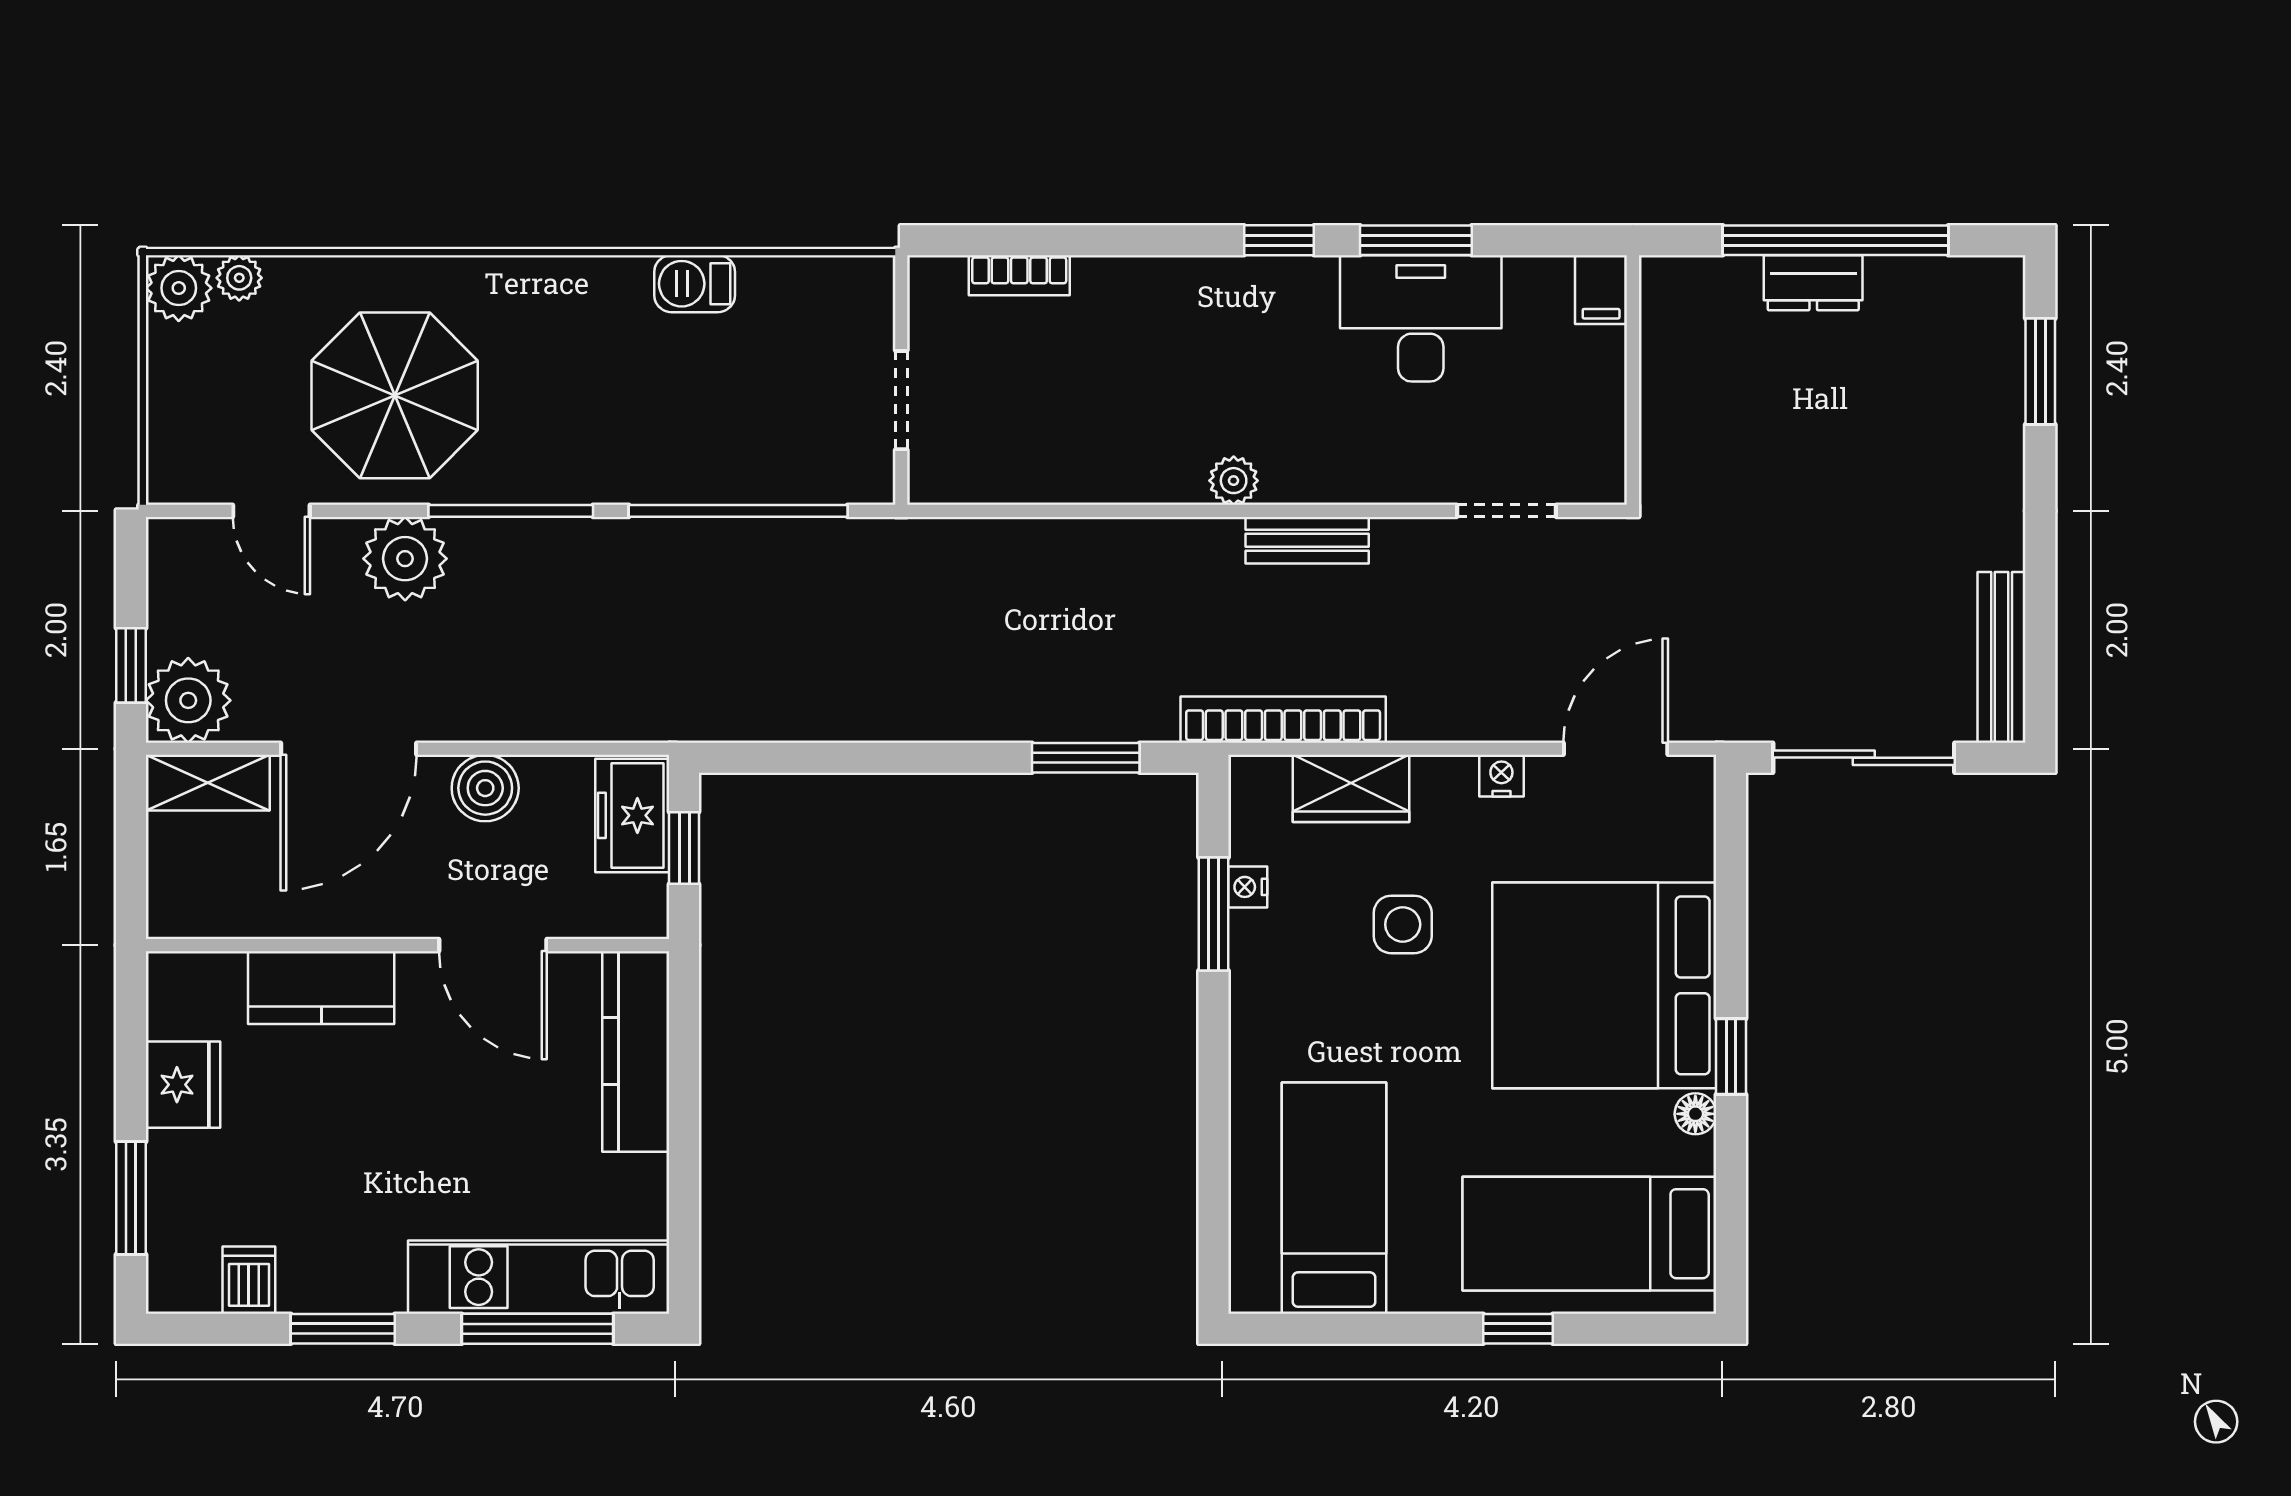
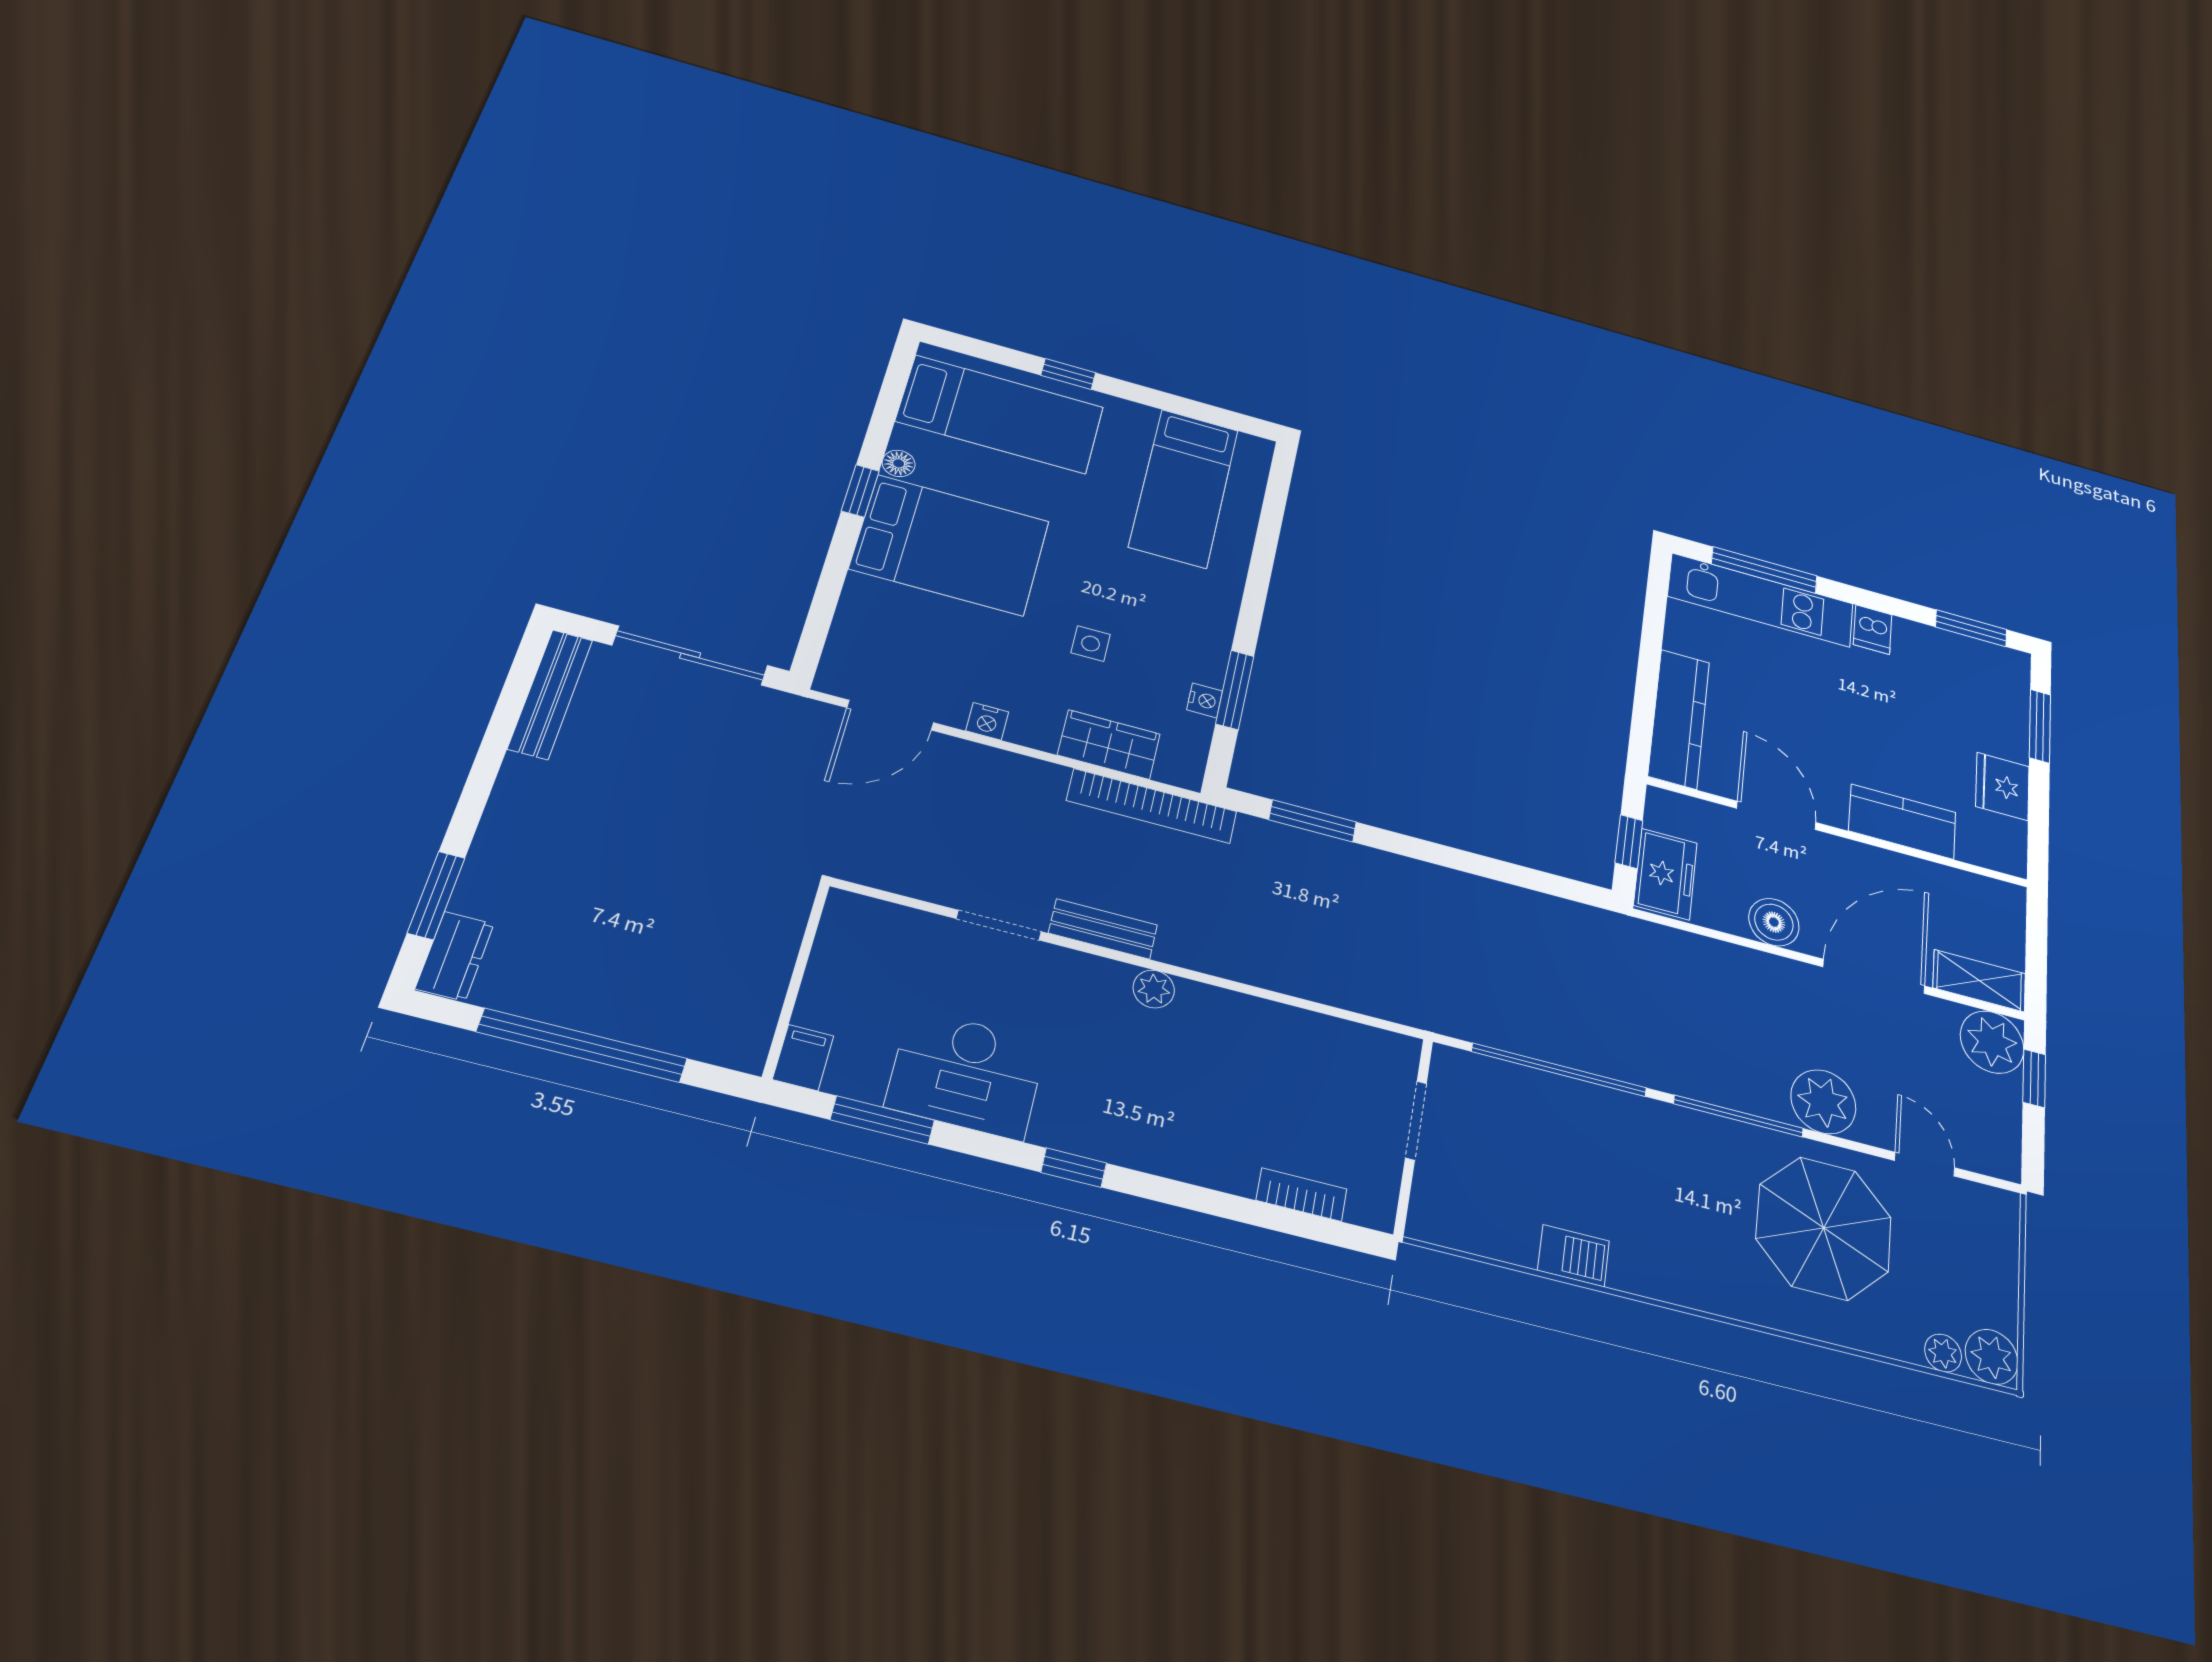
window: (1416, 240) -> (882, 1120), moved
dresser: (1813, 283) -> (455, 956), moved, turned 90
doorway: (1506, 511) -> (999, 925), moved
side table: (1403, 924) -> (1091, 644), width x0.73, depth x0.73
bed: (1604, 985) -> (950, 545), width x0.73
dishwasher: (249, 1280) -> (1873, 630), moved
window: (343, 1329) -> (1971, 628), moved

